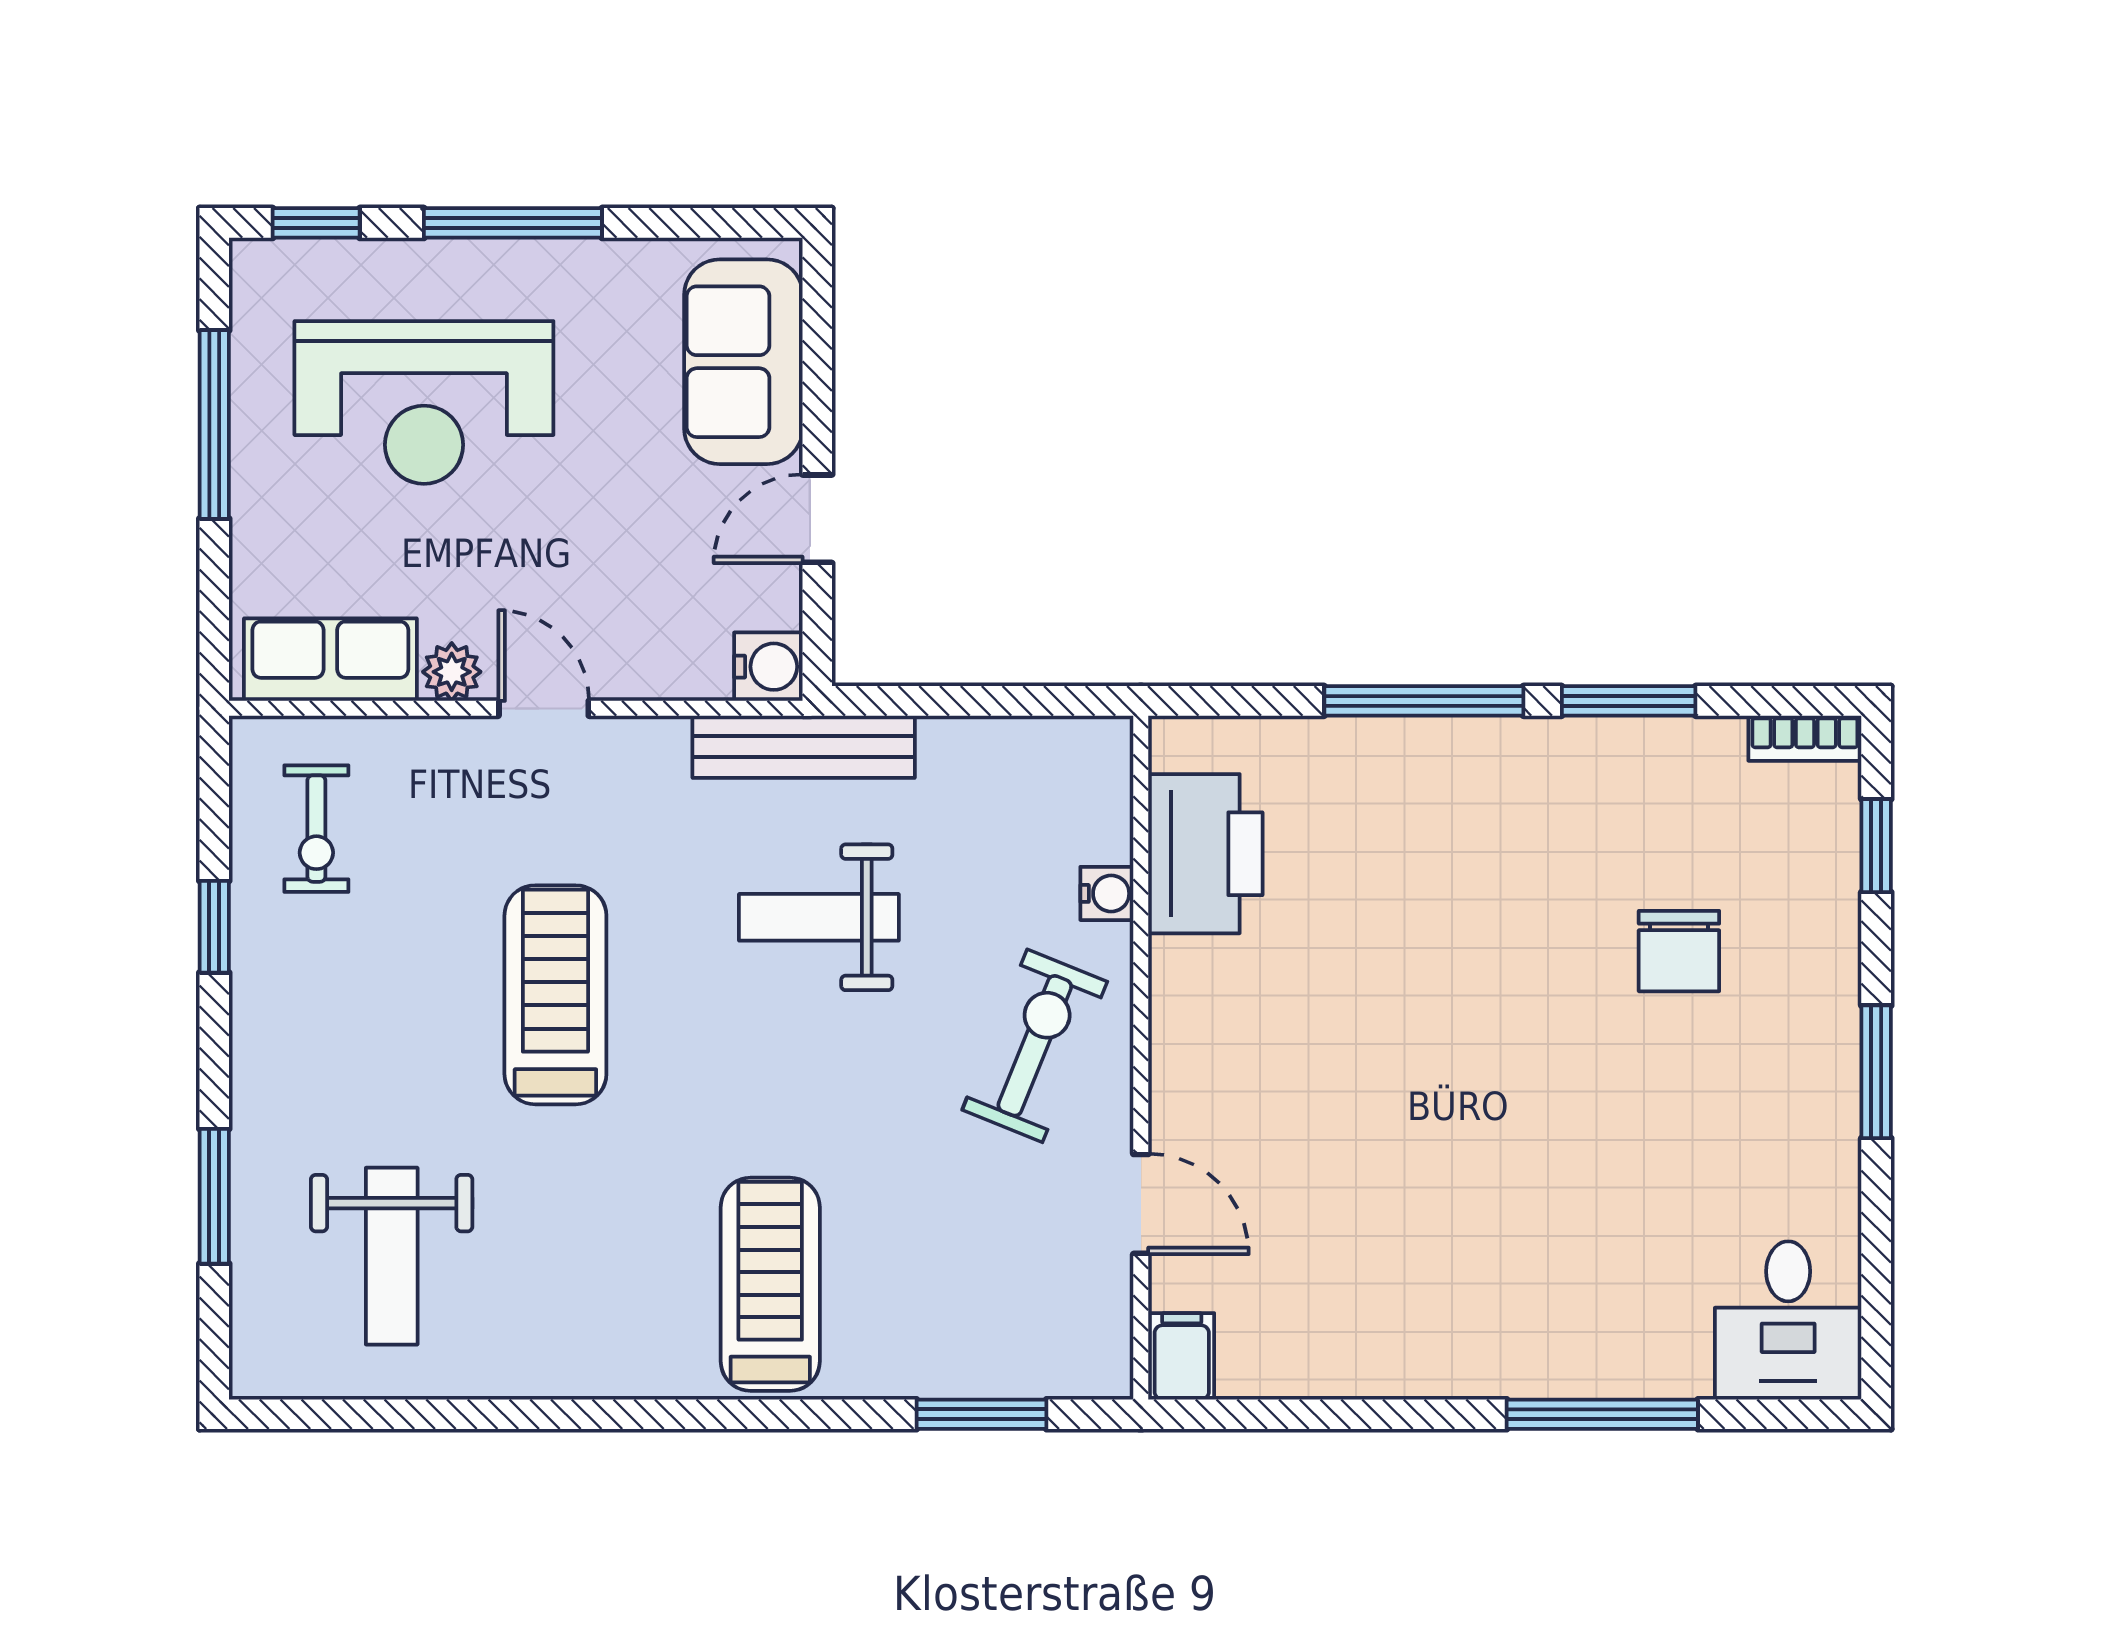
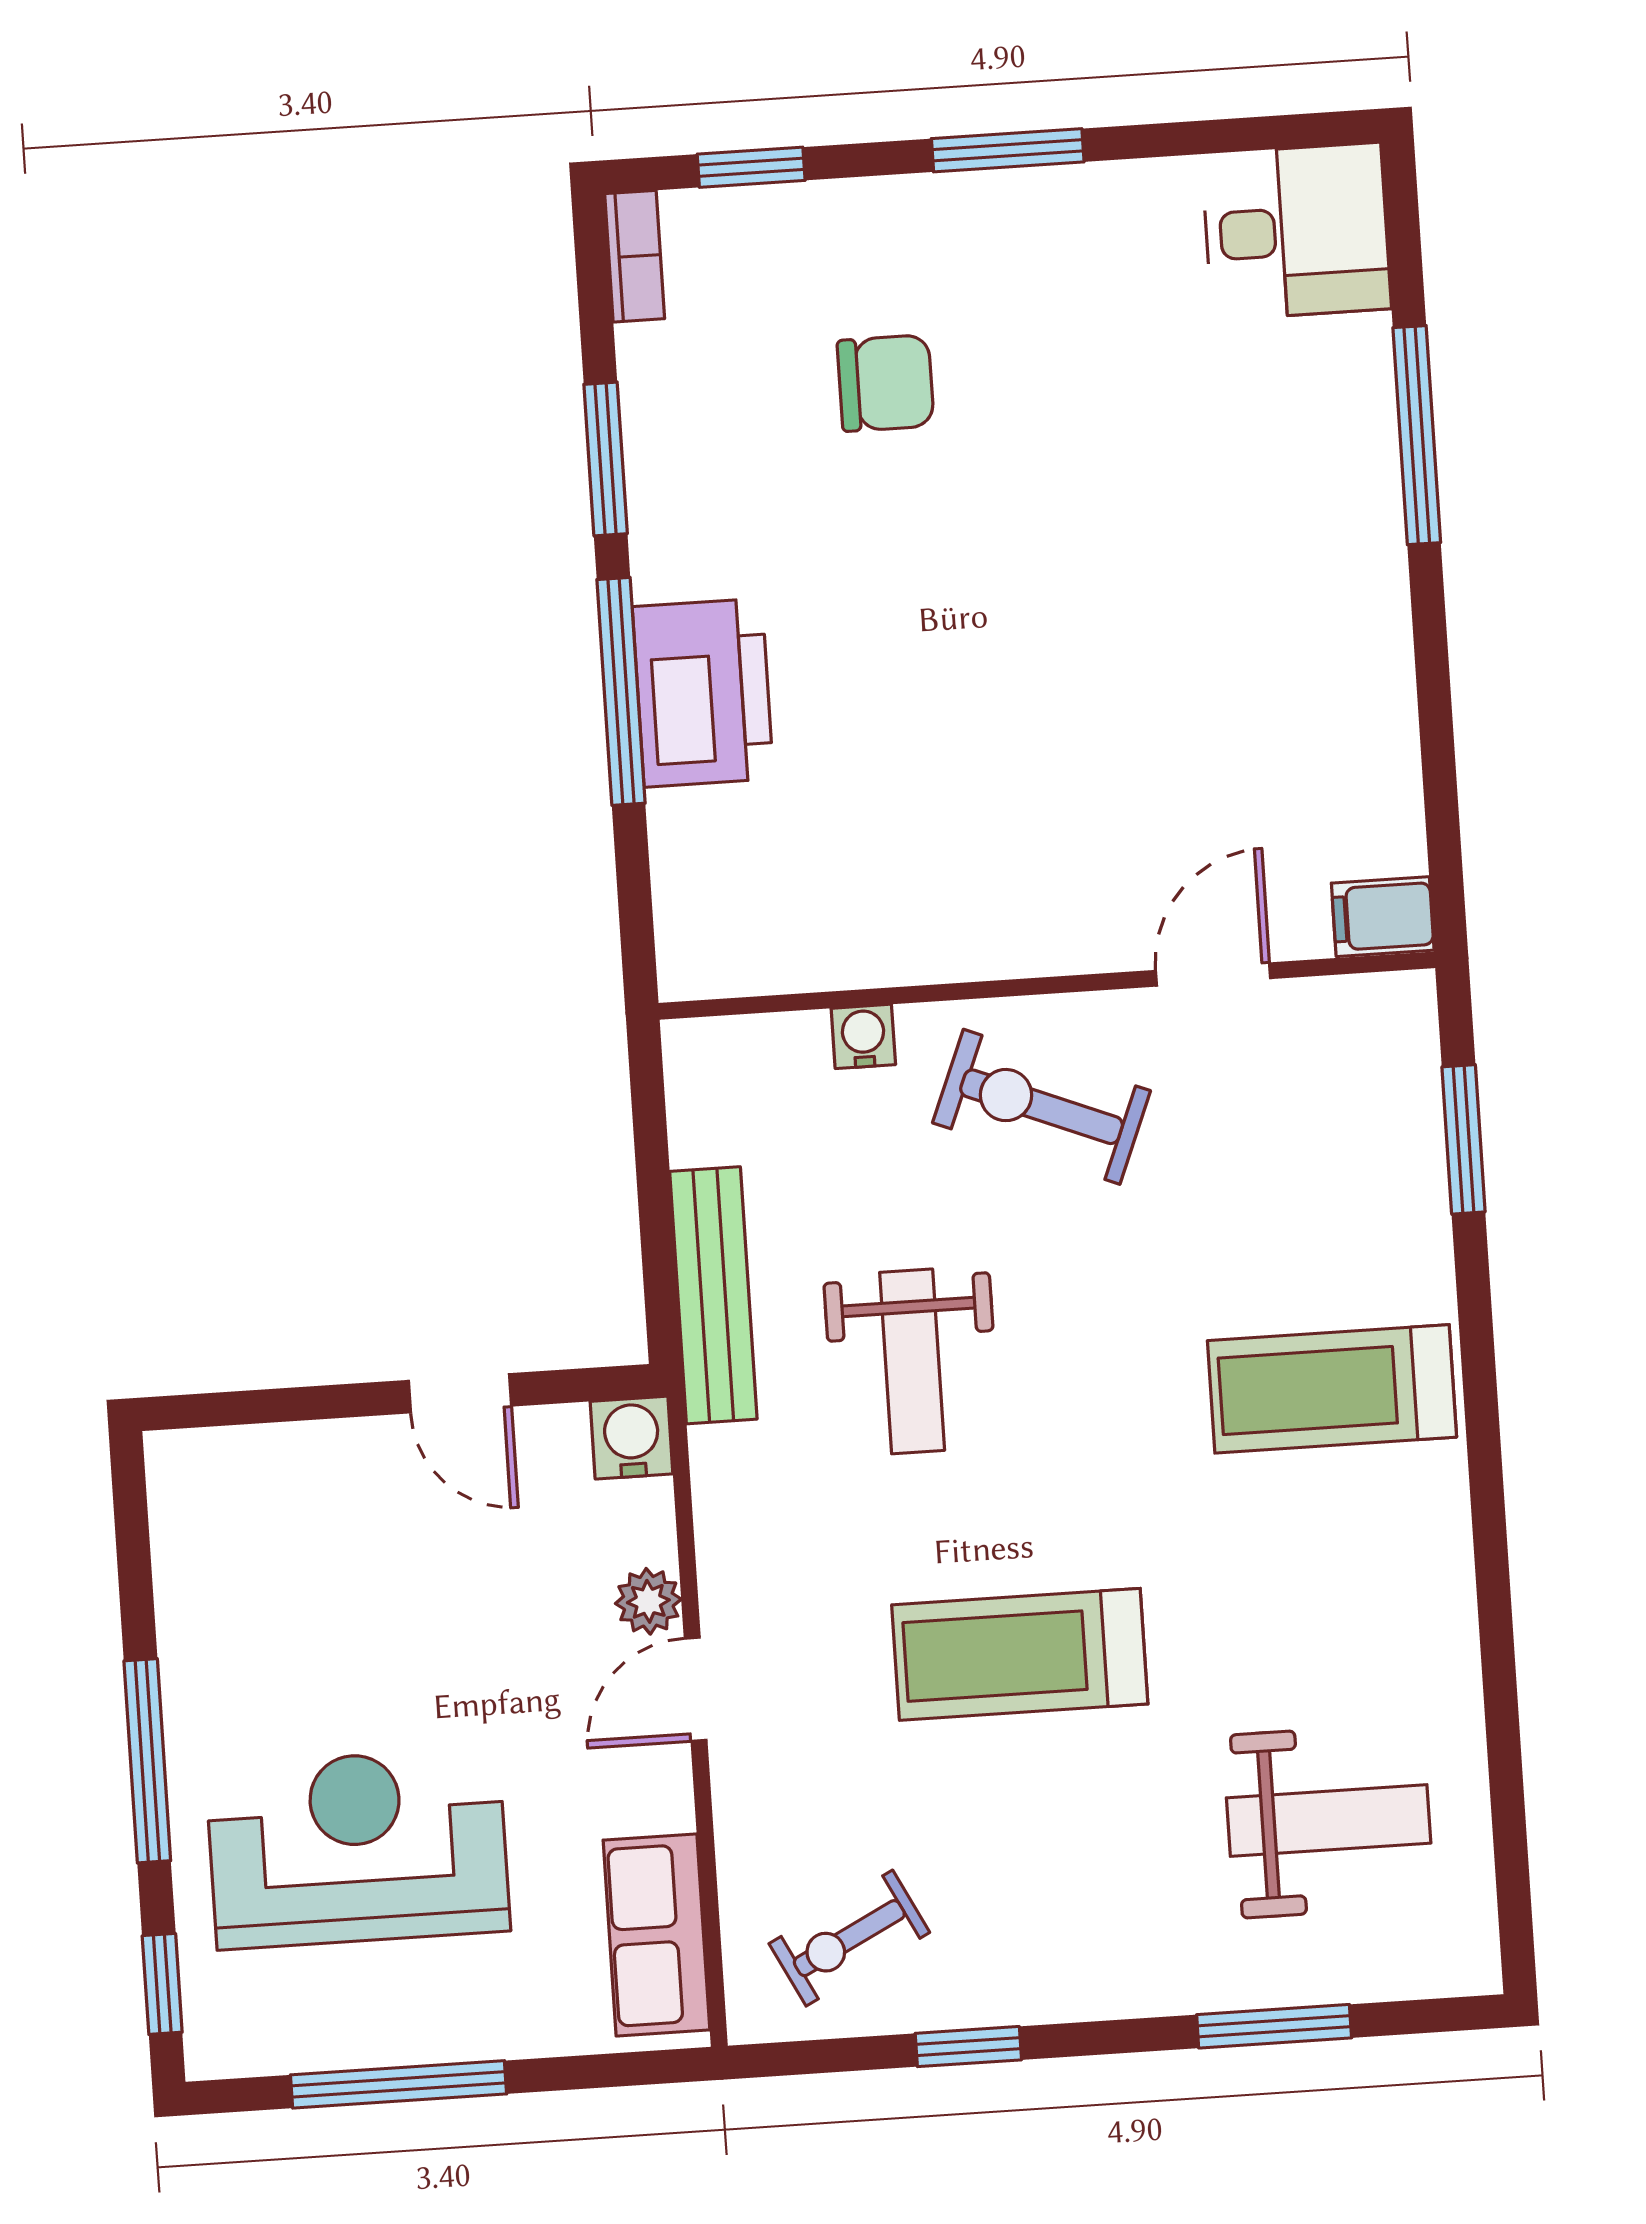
sofa: (743, 362) -> (287, 1489), removed
reception desk: (424, 402) -> (358, 1848), turned -90
plant: (452, 672) -> (648, 1601), moved
bench: (804, 747) -> (713, 1295), moved
exercise bike: (316, 829) -> (849, 1938), turned 153
printer: (1205, 854) -> (703, 693), moved, turned 90

